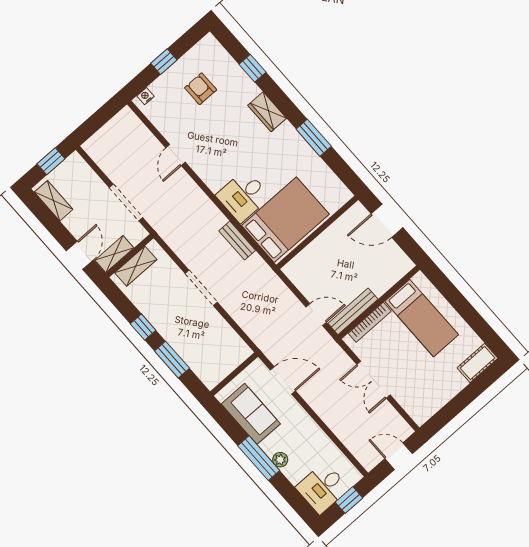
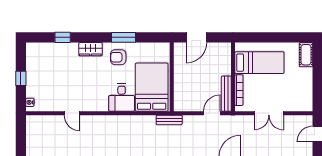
armchair: (201, 89) -> (118, 57), moved
bench: (237, 241) -> (169, 120), moved

